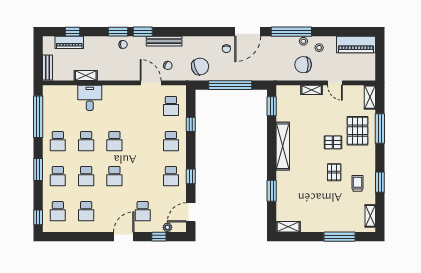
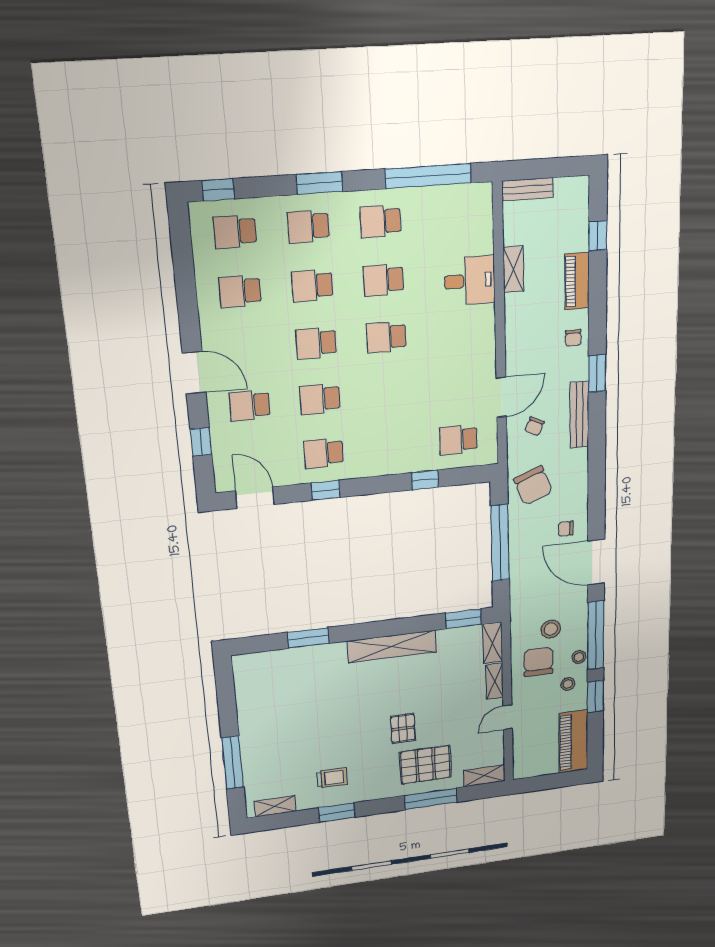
window: (118, 32) -> (595, 696), moved
piano: (69, 42) -> (577, 281), moved
stool: (284, 57) -> (551, 629), added
school desk: (171, 141) -> (320, 399), moved
pallet: (334, 172) -> (350, 738), removed
plant: (167, 227) -> (221, 457), removed
shelving: (288, 227) -> (493, 643), moved

